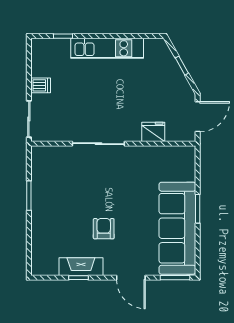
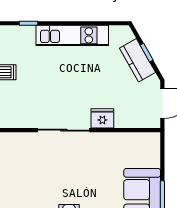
kitchen counter: (173, 73) -> (137, 60), added
fridge: (153, 132) -> (102, 118), moved

